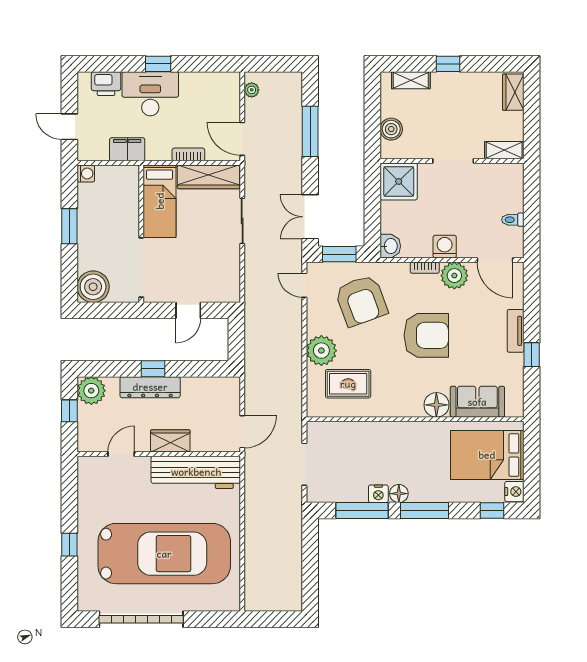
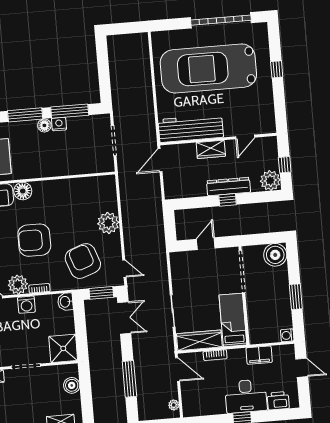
rug: (348, 384) -> (87, 201), removed

